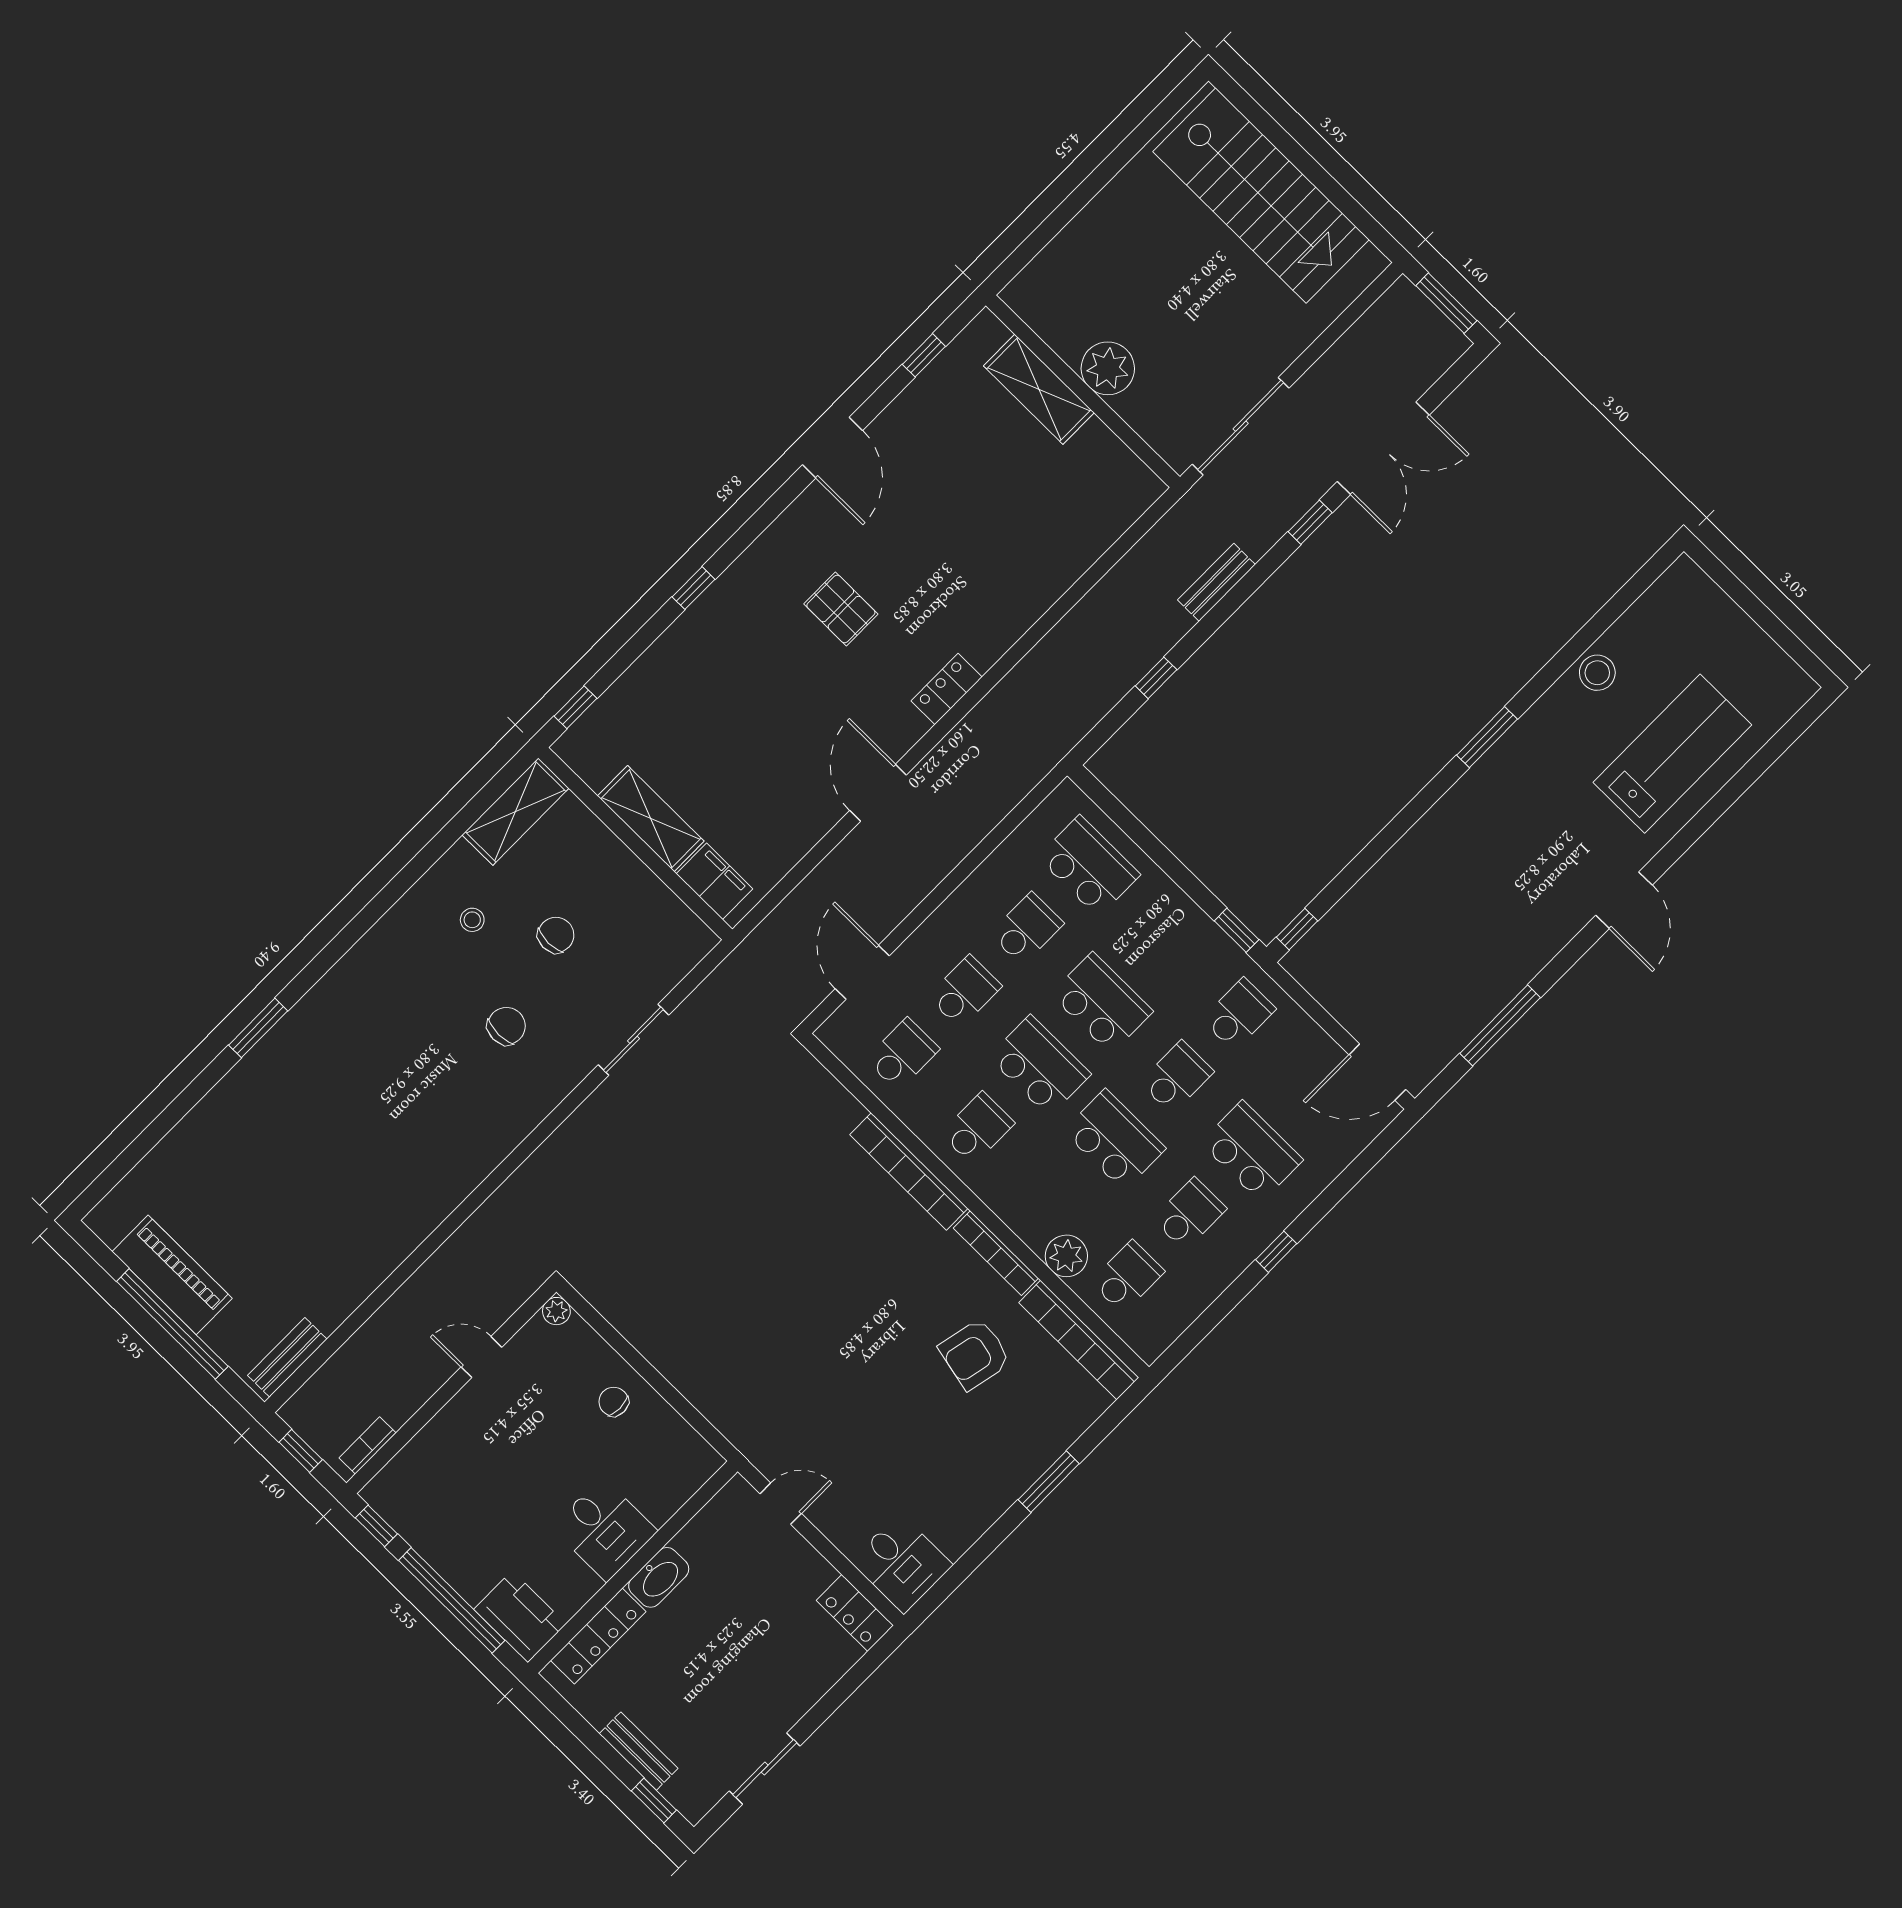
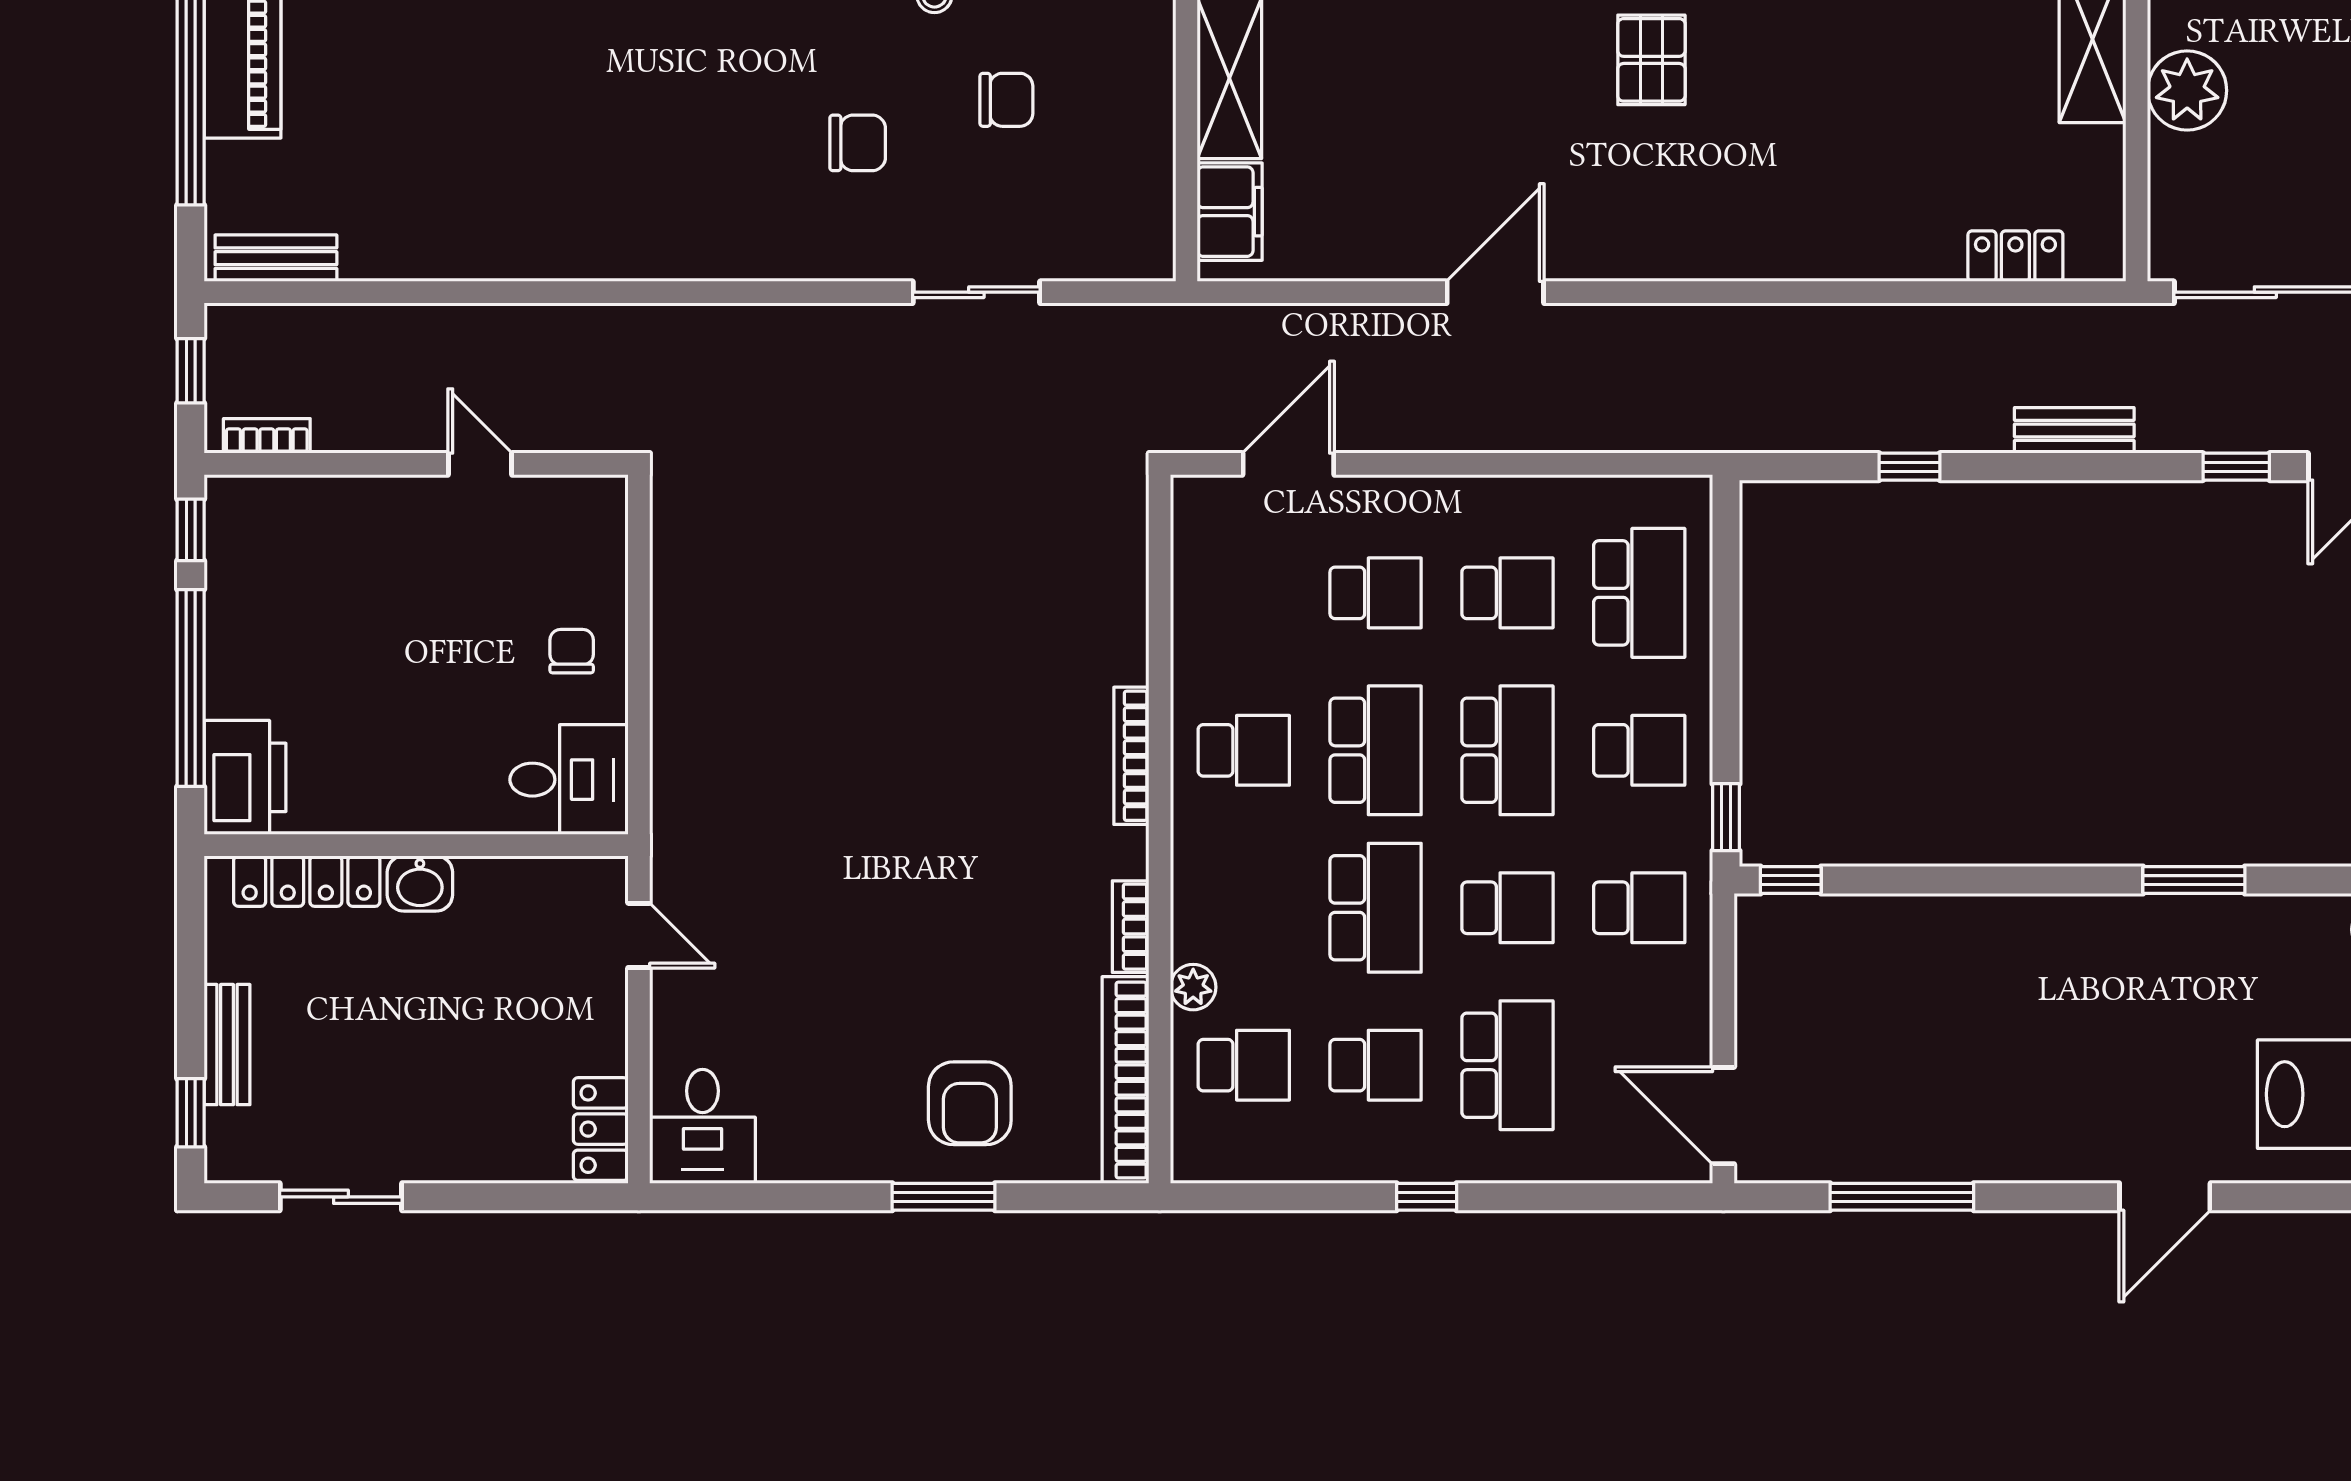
locker: (947, 689) -> (2015, 256), moved
school desk: (903, 1054) -> (1639, 750), moved
bookcase: (909, 1172) -> (1131, 756), width x0.68, depth x0.76
bookcase: (996, 1253) -> (1131, 927), width x0.64
plant: (1066, 1256) -> (1193, 987), width x0.73, depth x0.73
plant: (556, 1311) -> (608, 495), removed
armchair: (975, 1354) -> (970, 1103), moved, turned -102
desk: (604, 1529) -> (569, 780), moved, turned -90
washbasin: (659, 1577) -> (420, 884), width x0.72

